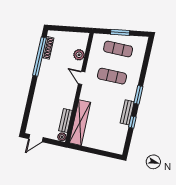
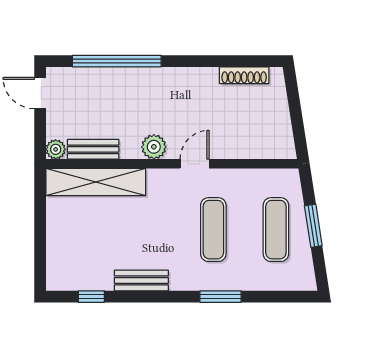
plant: (79, 55) -> (154, 147), moved
window: (40, 57) -> (117, 61), moved
window: (138, 95) -> (221, 297), moved
window: (132, 122) -> (91, 297), moved

